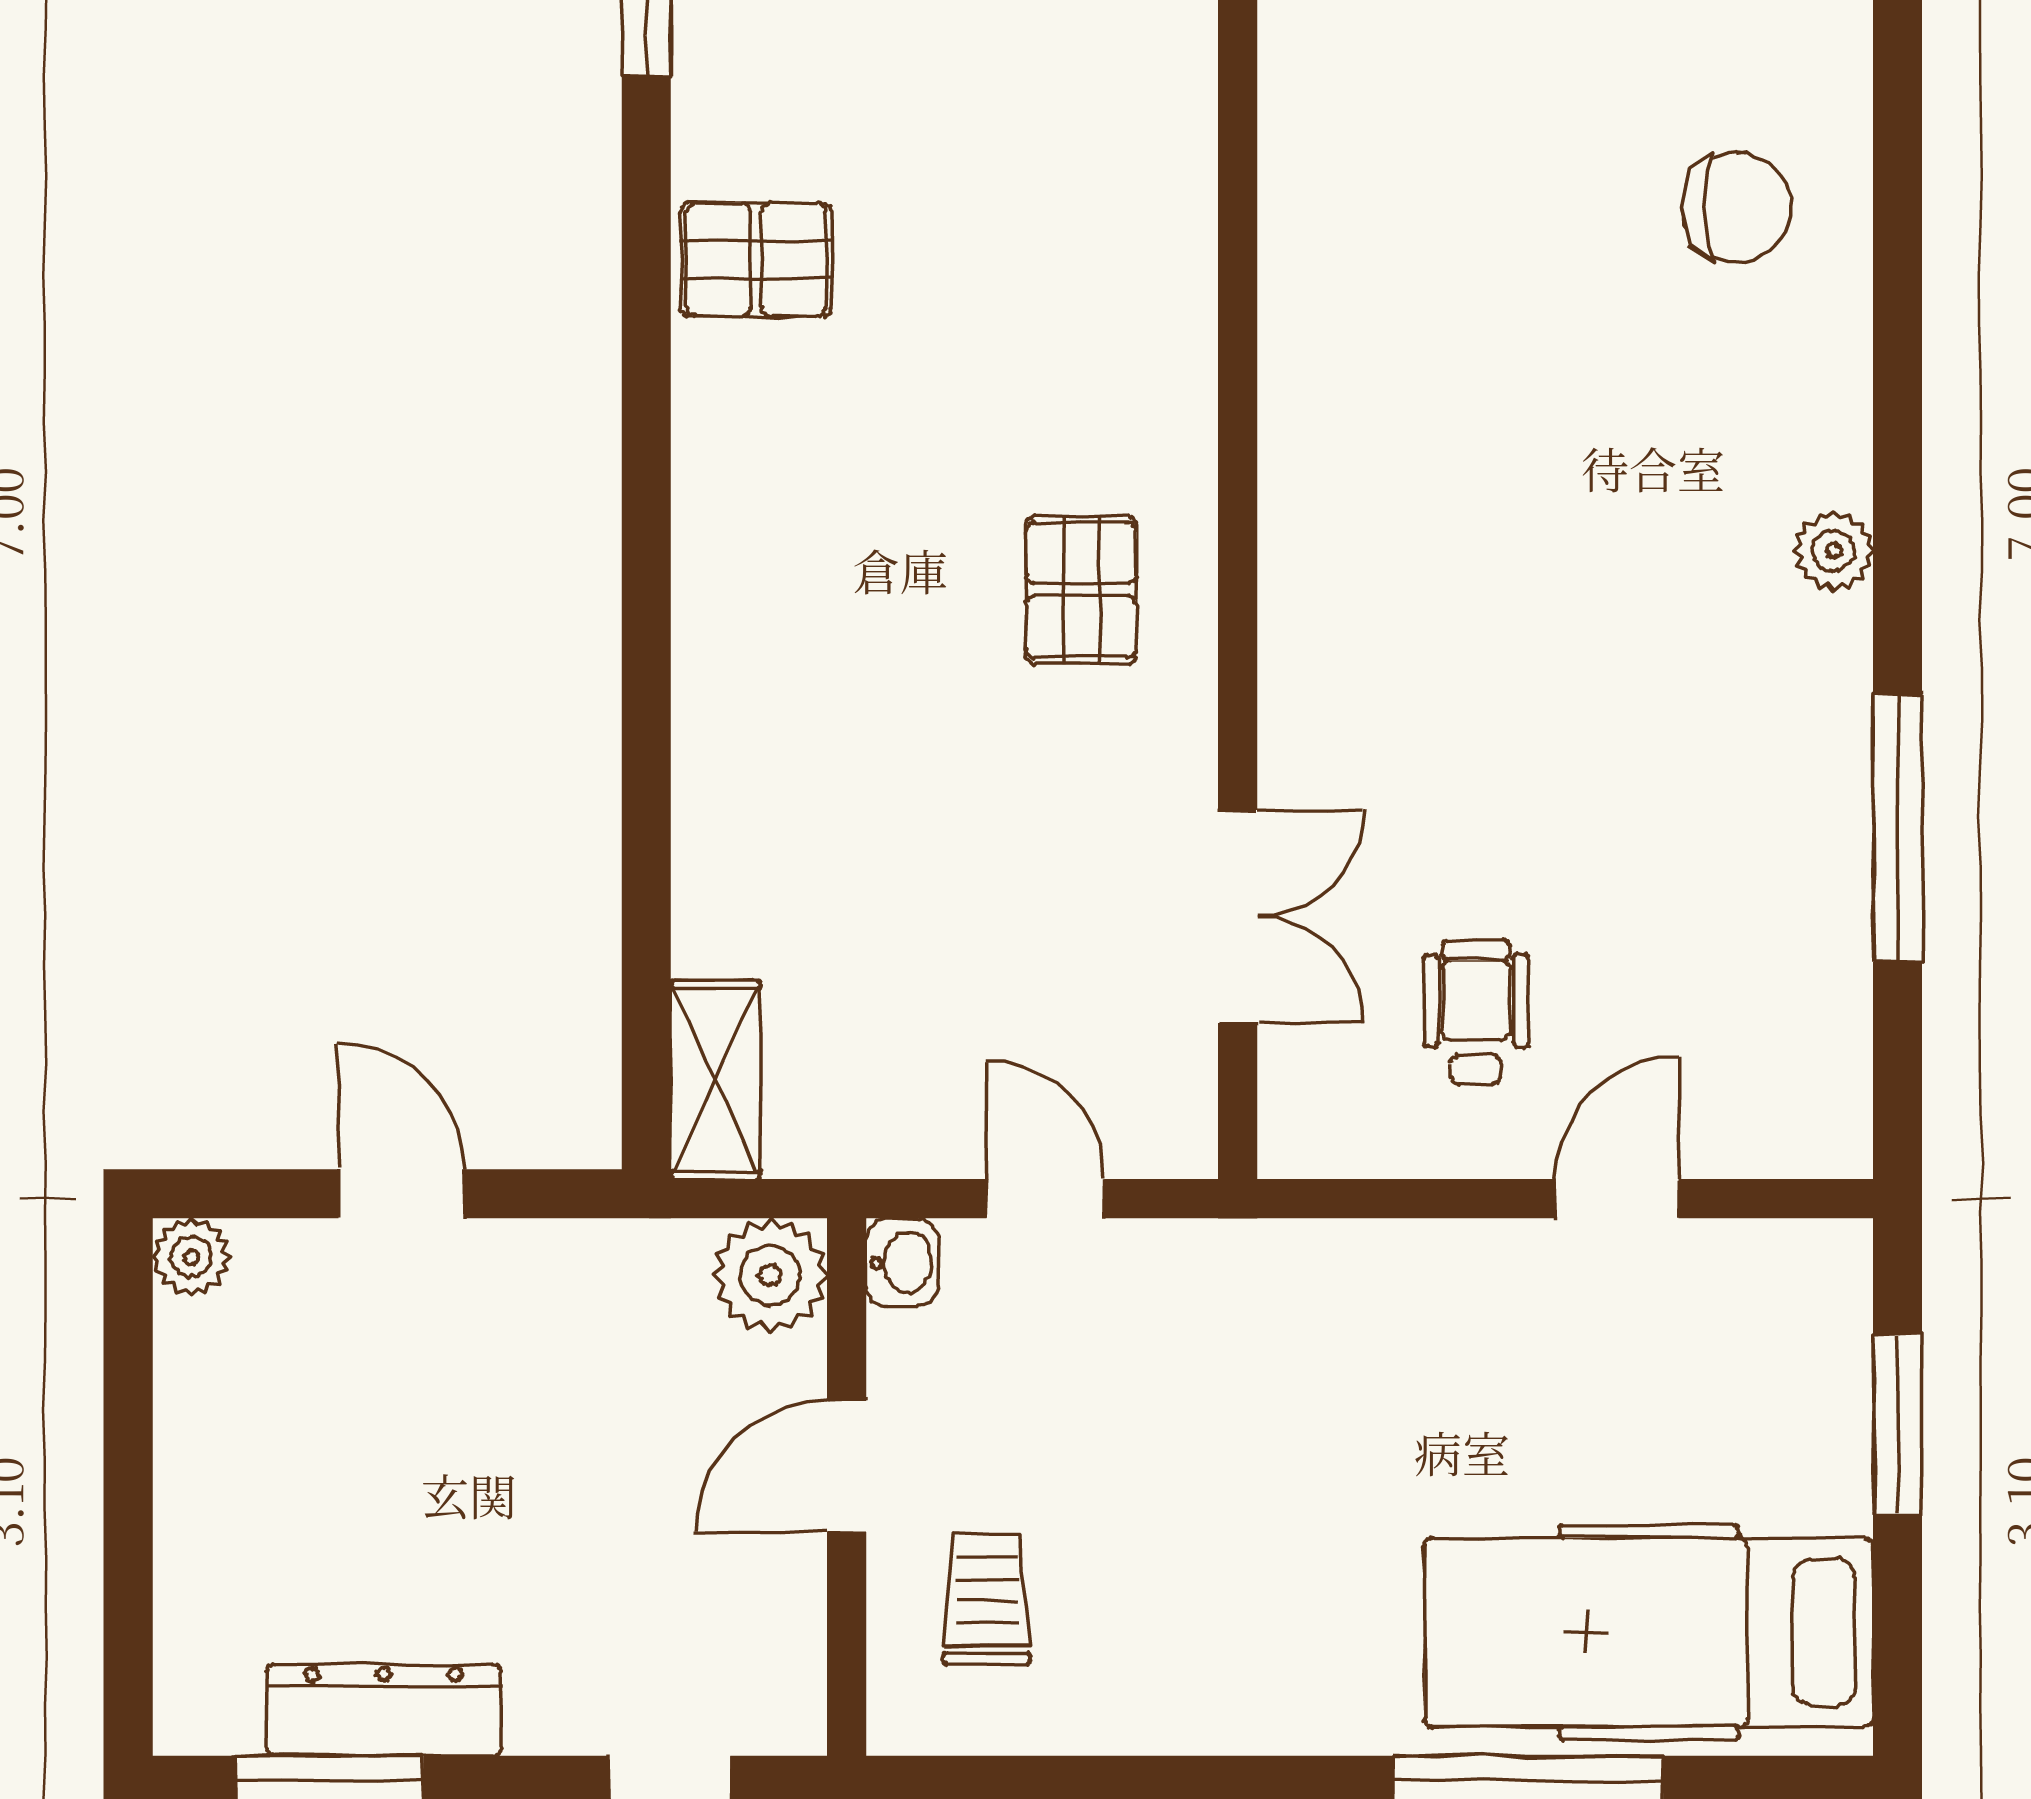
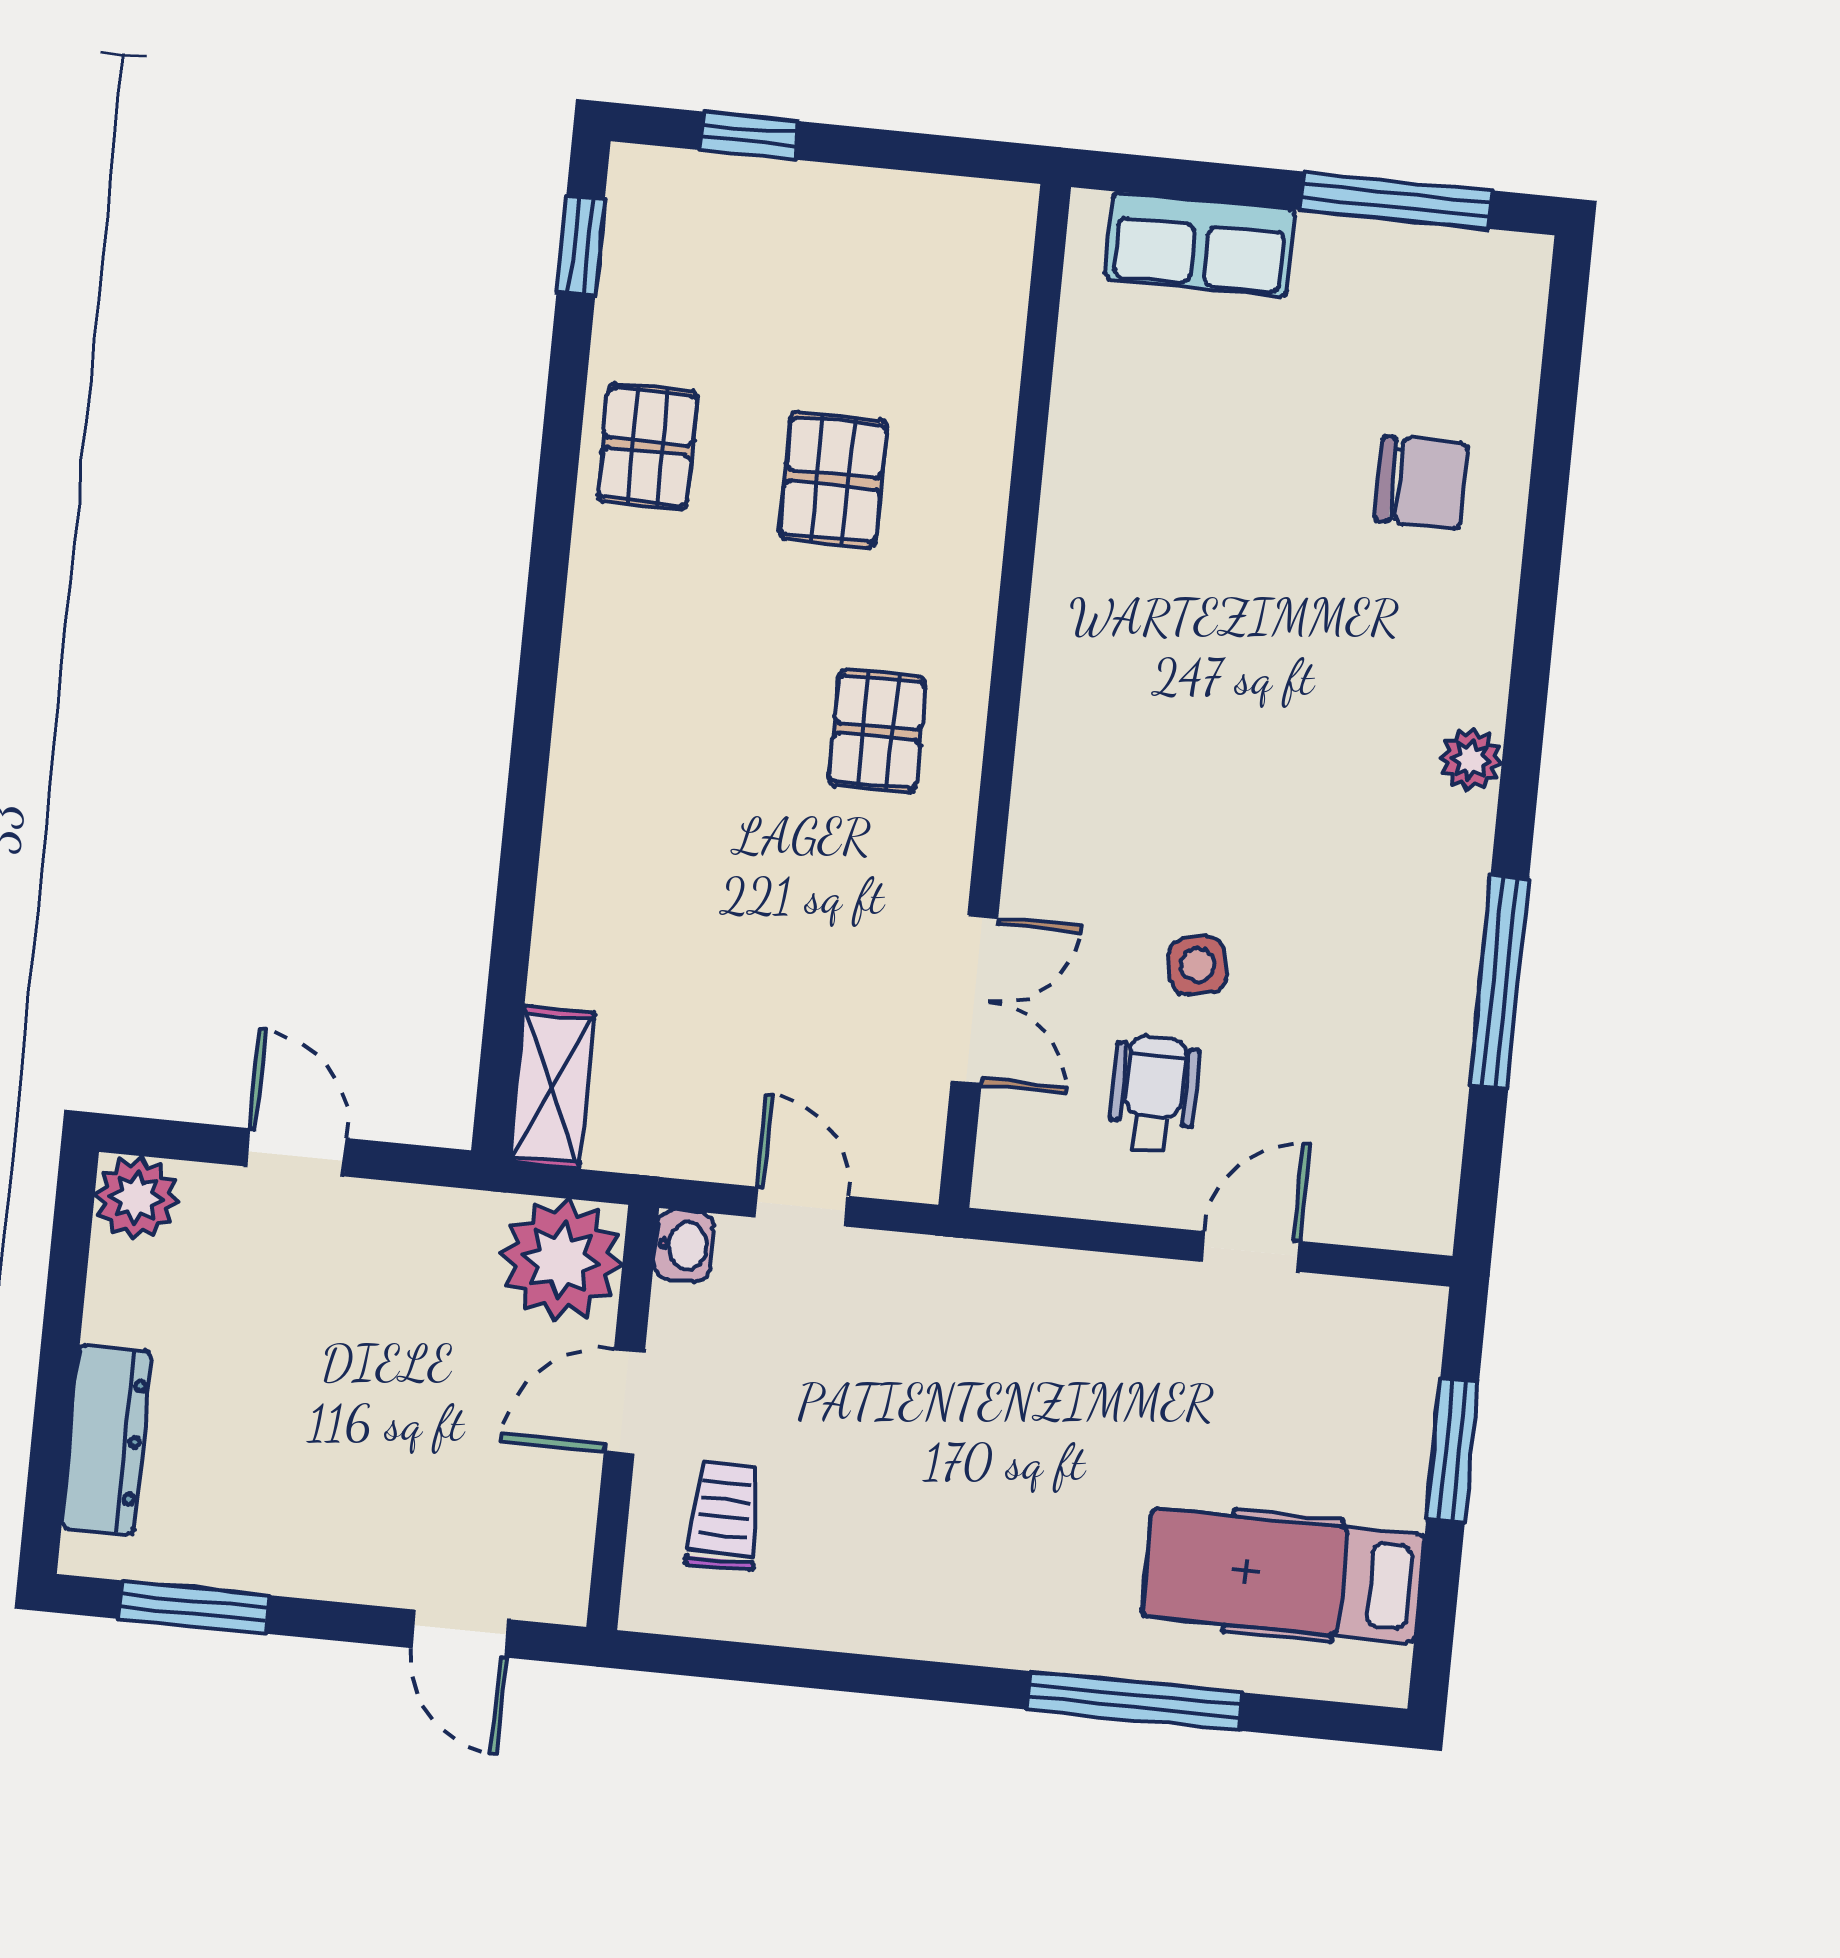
pallet: (756, 260) -> (648, 447), turned 90
pallet: (994, 278) -> (833, 479), added
side table: (1514, 844) -> (1197, 965), added
plant: (191, 1257) -> (136, 1198), width x1.38, depth x1.38
plant: (770, 1275) -> (561, 1260), width x1.36, depth x1.36
hospital bed: (1649, 1632) -> (1283, 1575), width x0.73, depth x0.78
dresser: (384, 1710) -> (107, 1440), moved, turned 90

